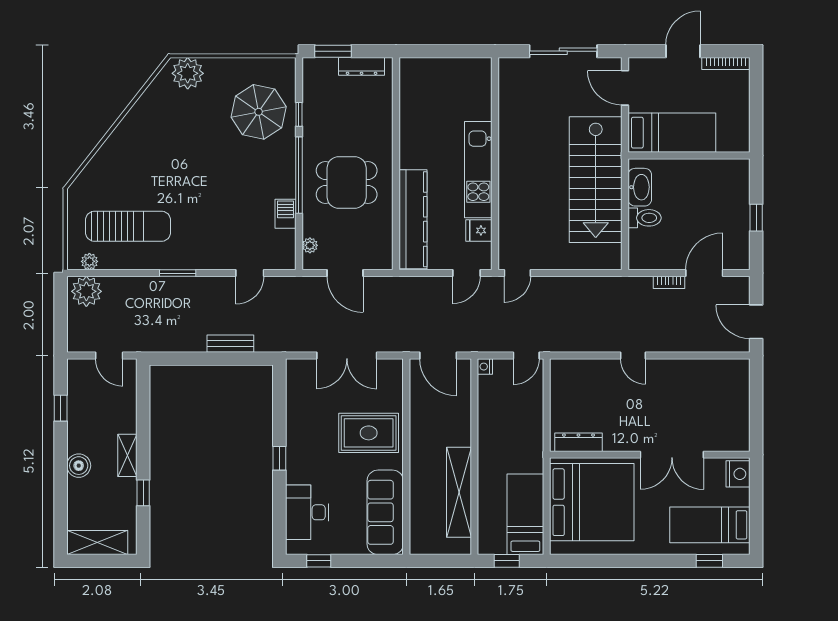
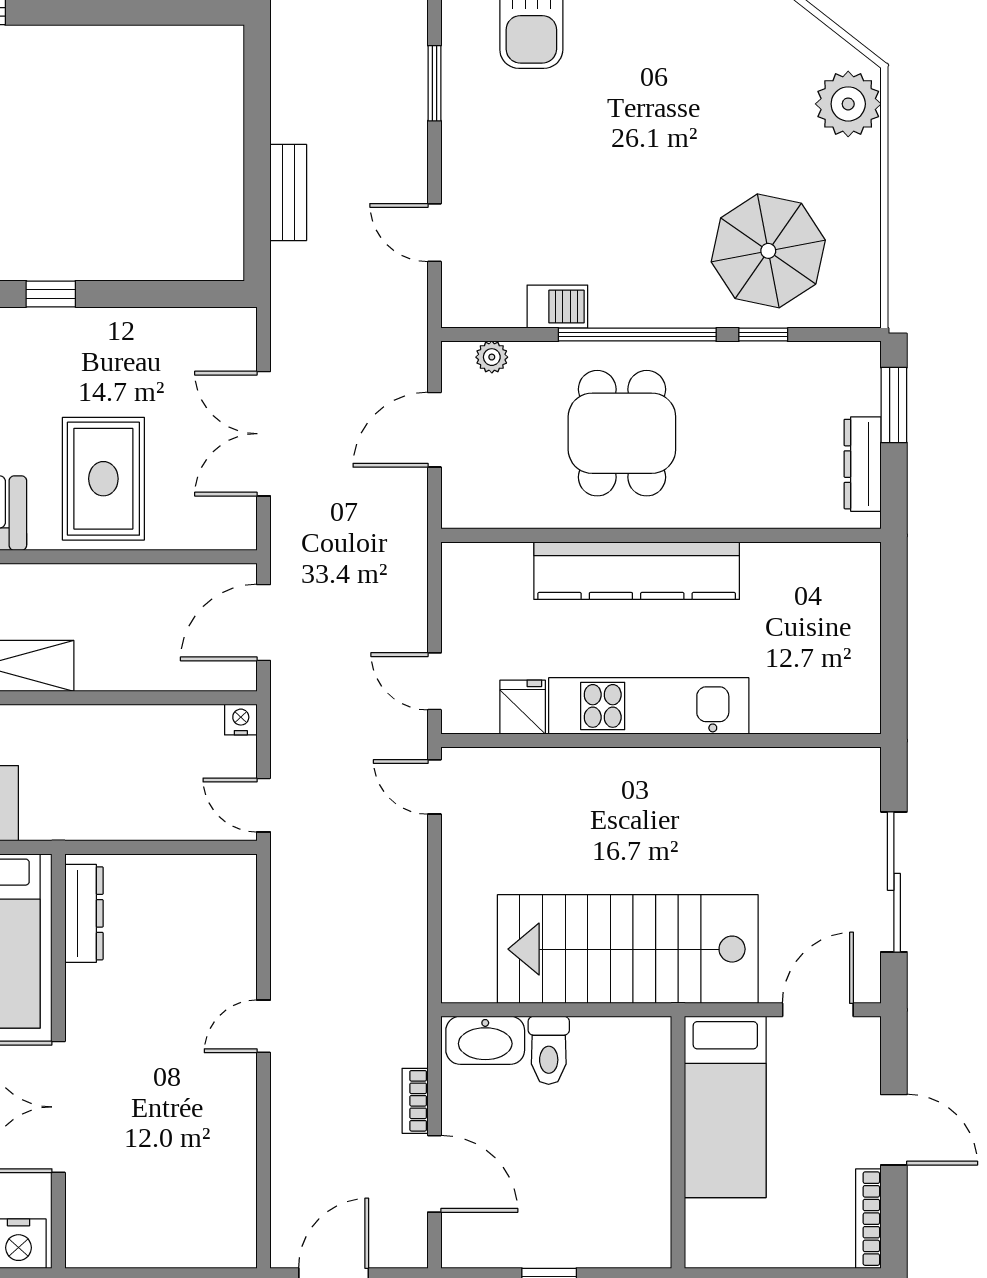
washbasin: (640, 187) -> (485, 1040), moved
kitchen counter: (413, 219) -> (637, 571), moved

